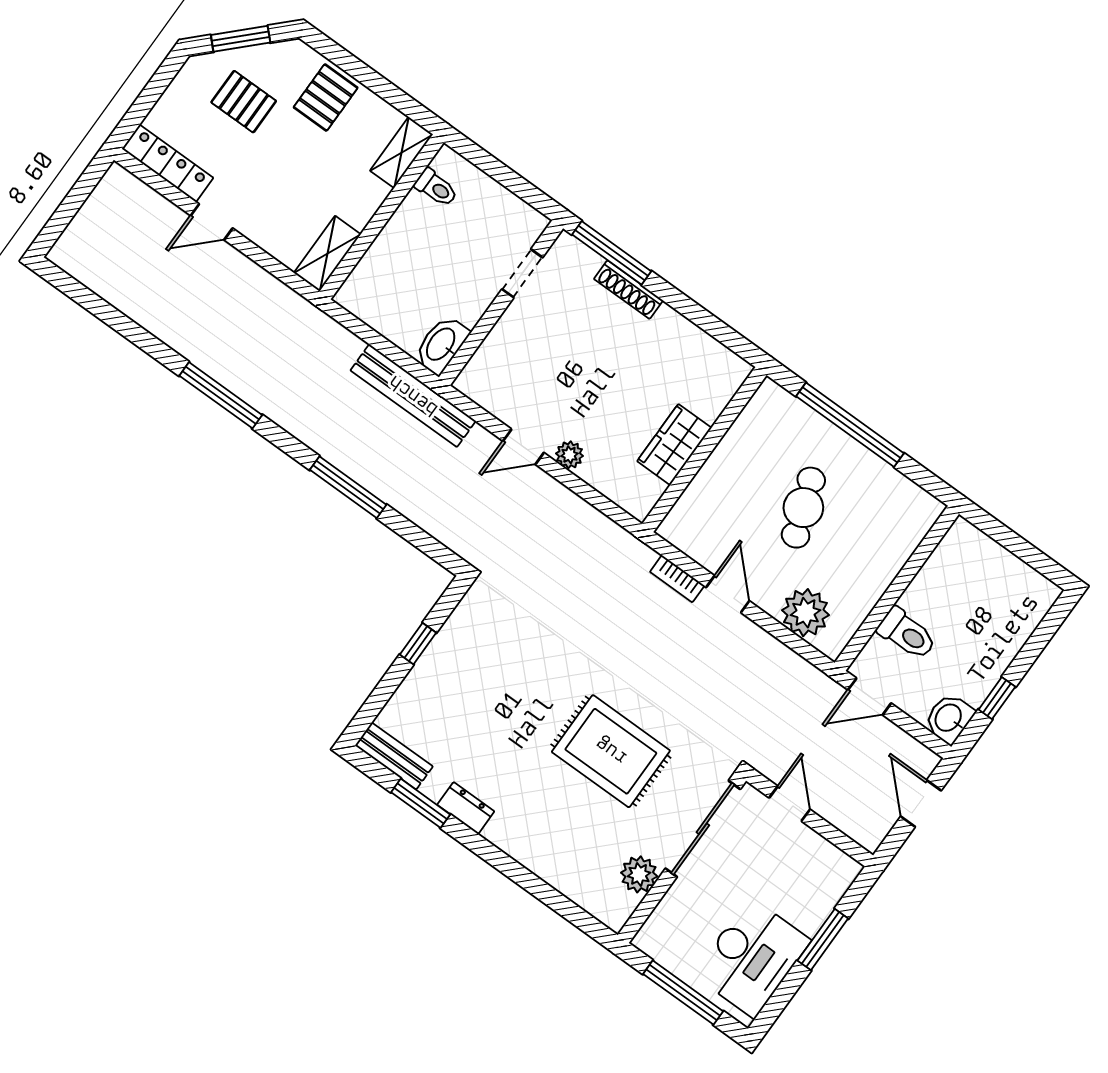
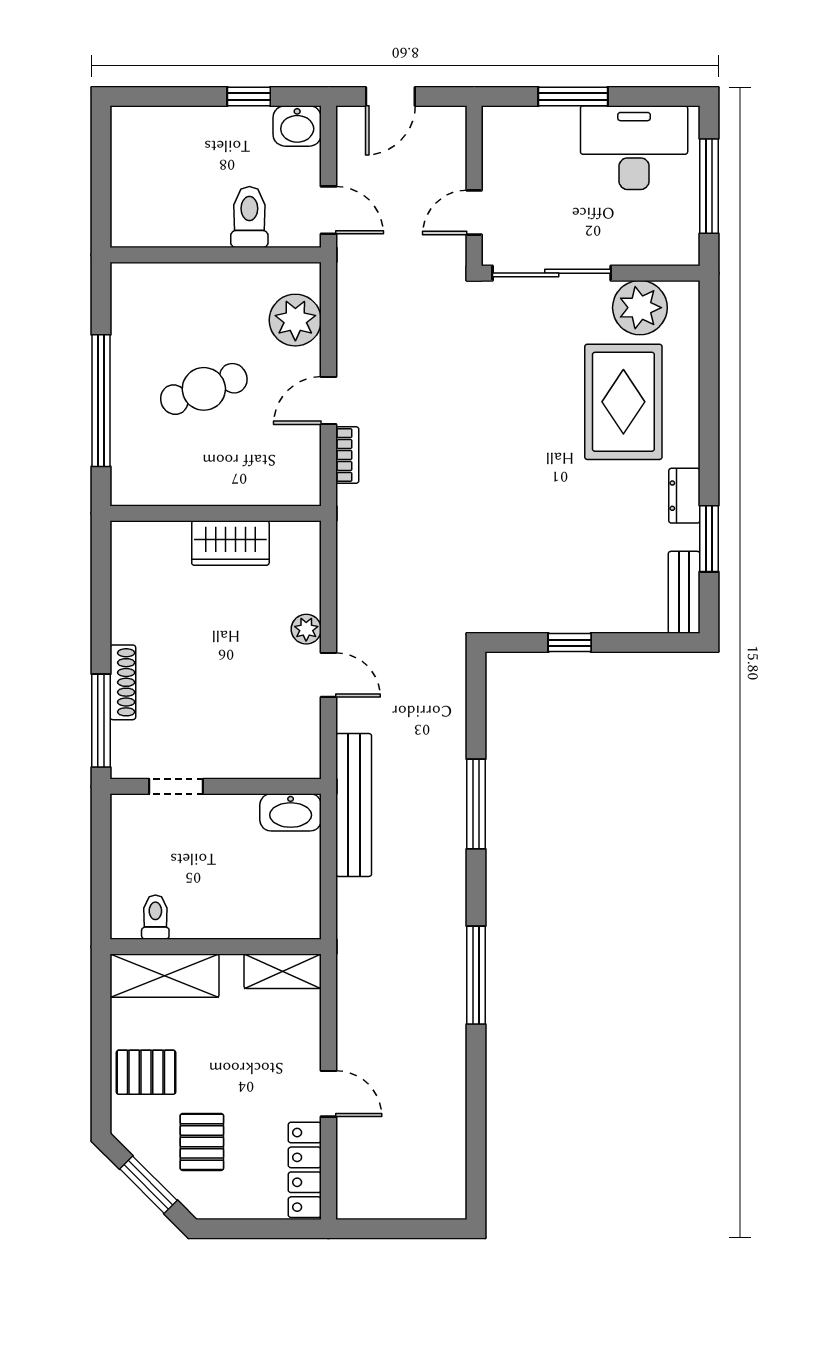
shelving: (401, 153) -> (164, 976), width x1.50, depth x1.33
rug: (611, 751) -> (623, 402), moved
plant: (639, 874) -> (640, 308), width x1.36, depth x1.36

